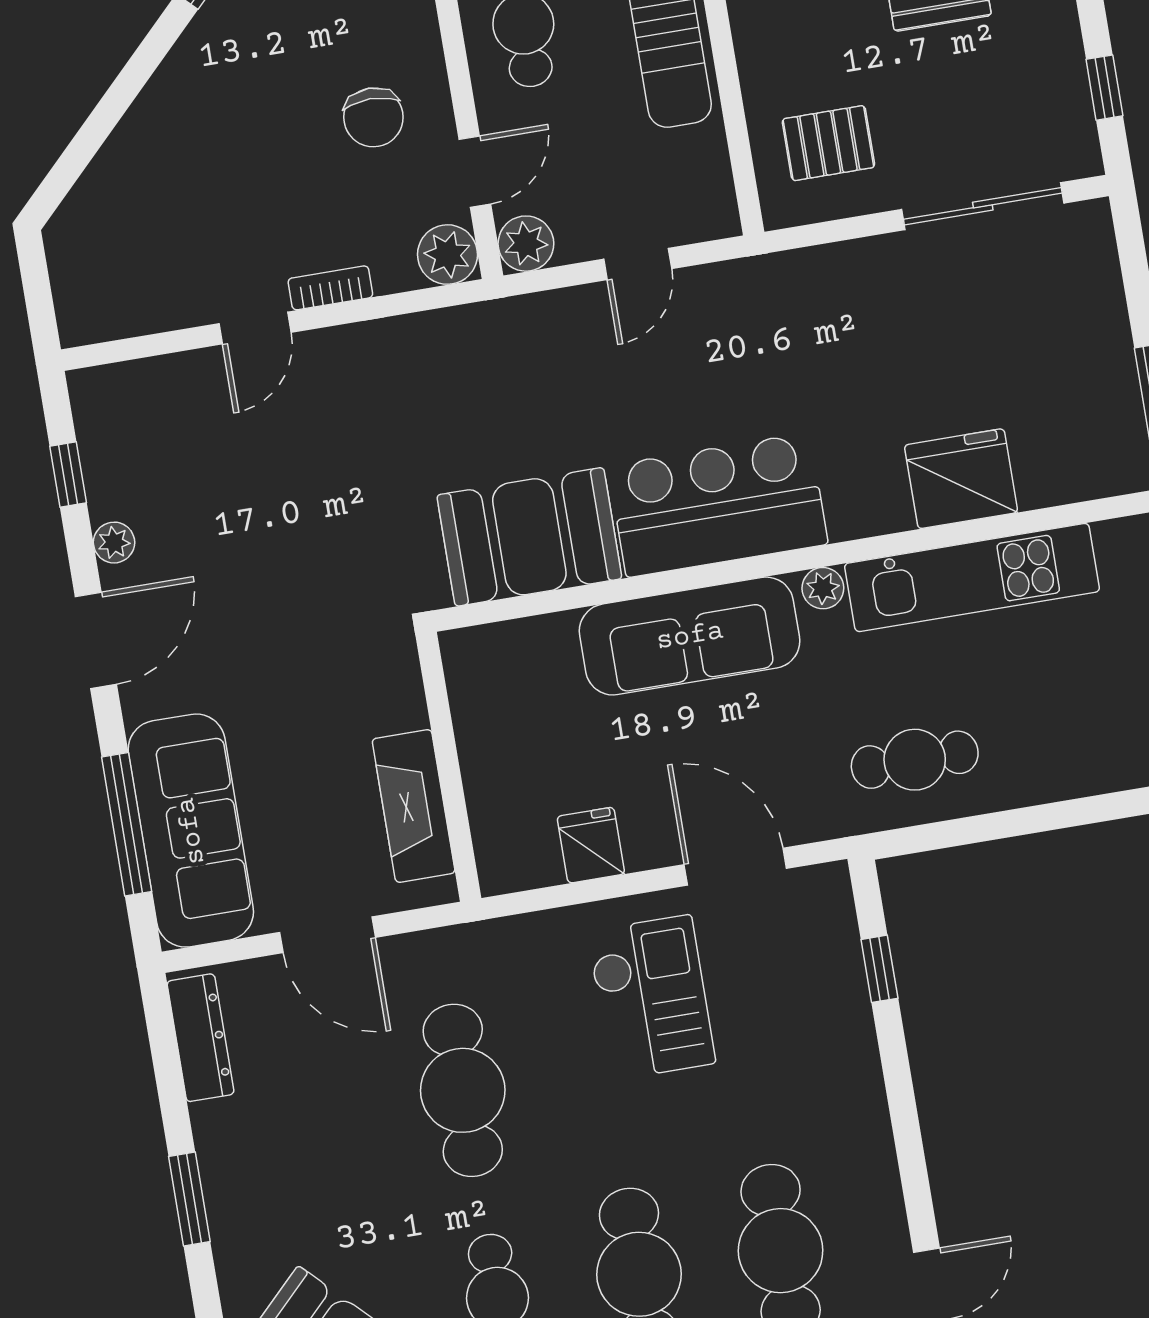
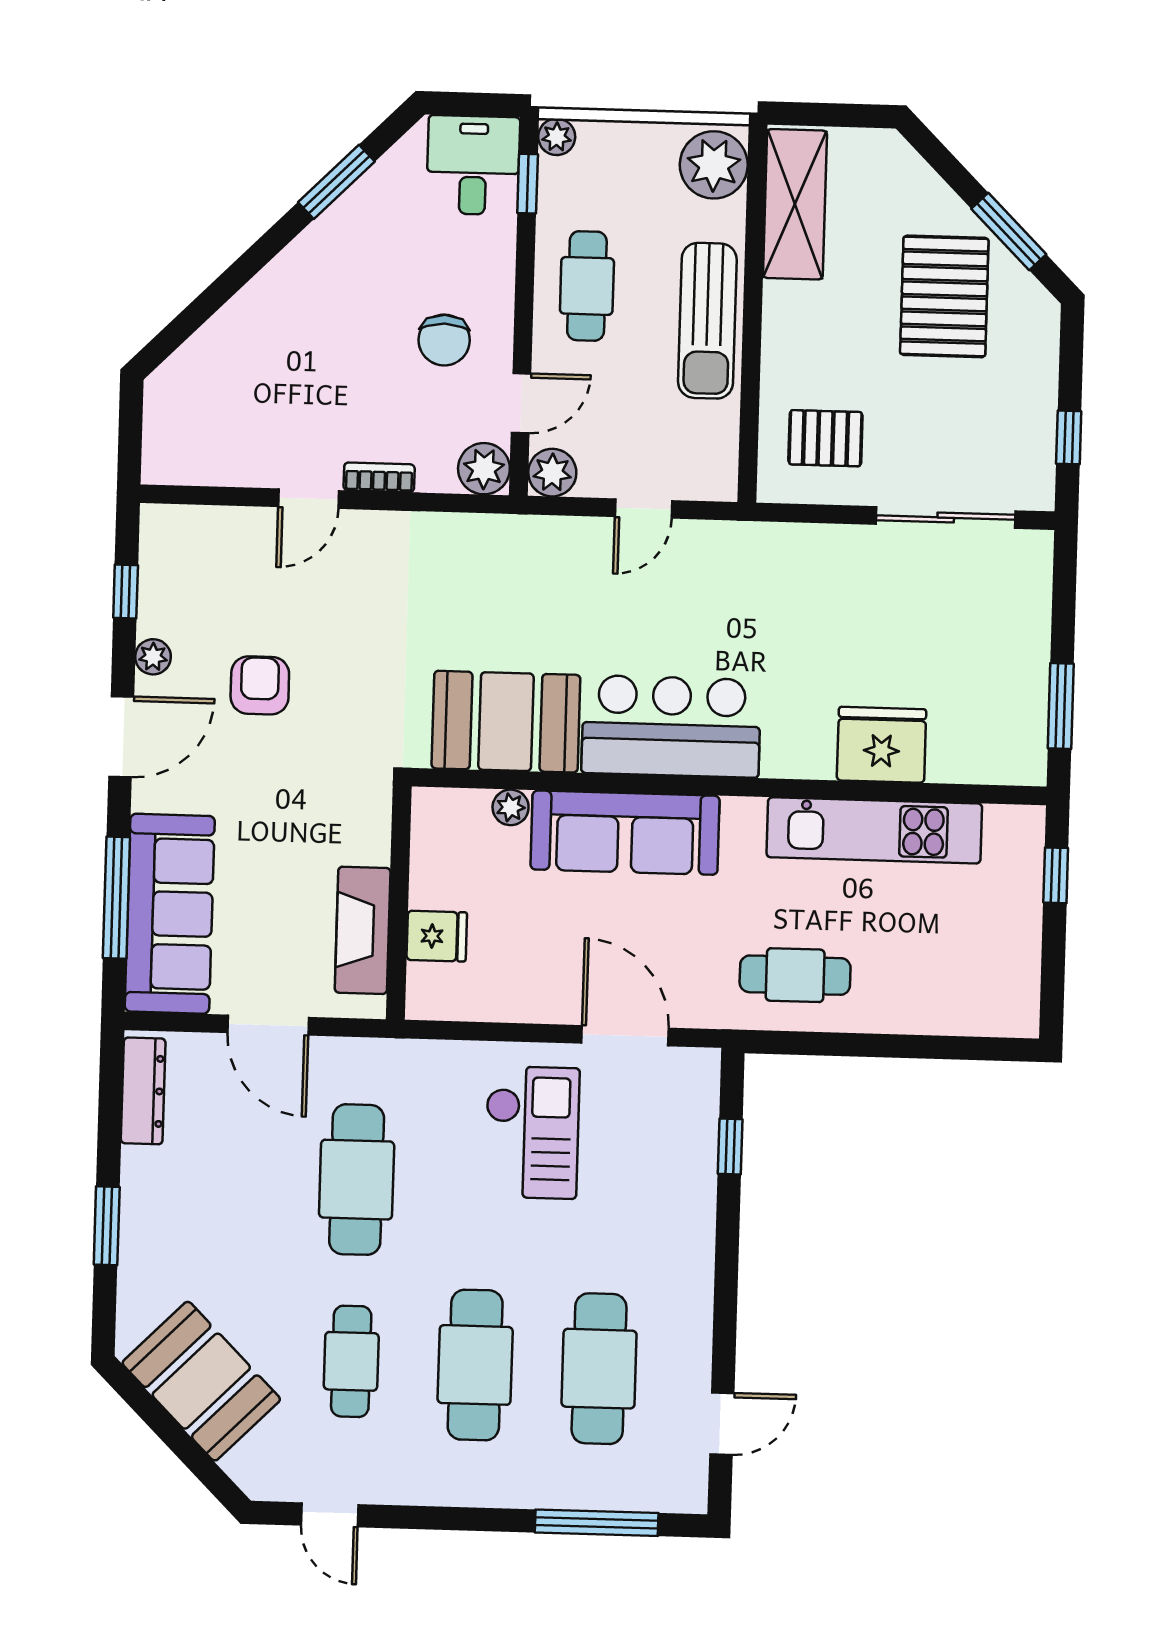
armchair: (242, 551) -> (260, 685), added
plant: (823, 588) -> (511, 807), moved
fridge: (591, 845) -> (437, 936), moved, turned 90

